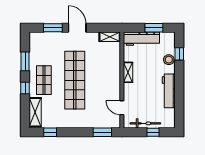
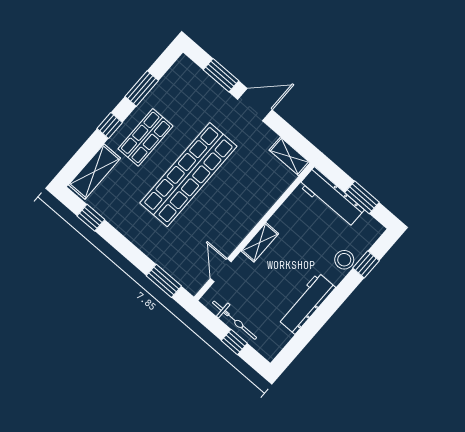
door: (77, 28) -> (255, 105), hinge flipped
shelving: (128, 72) -> (260, 242), moved

